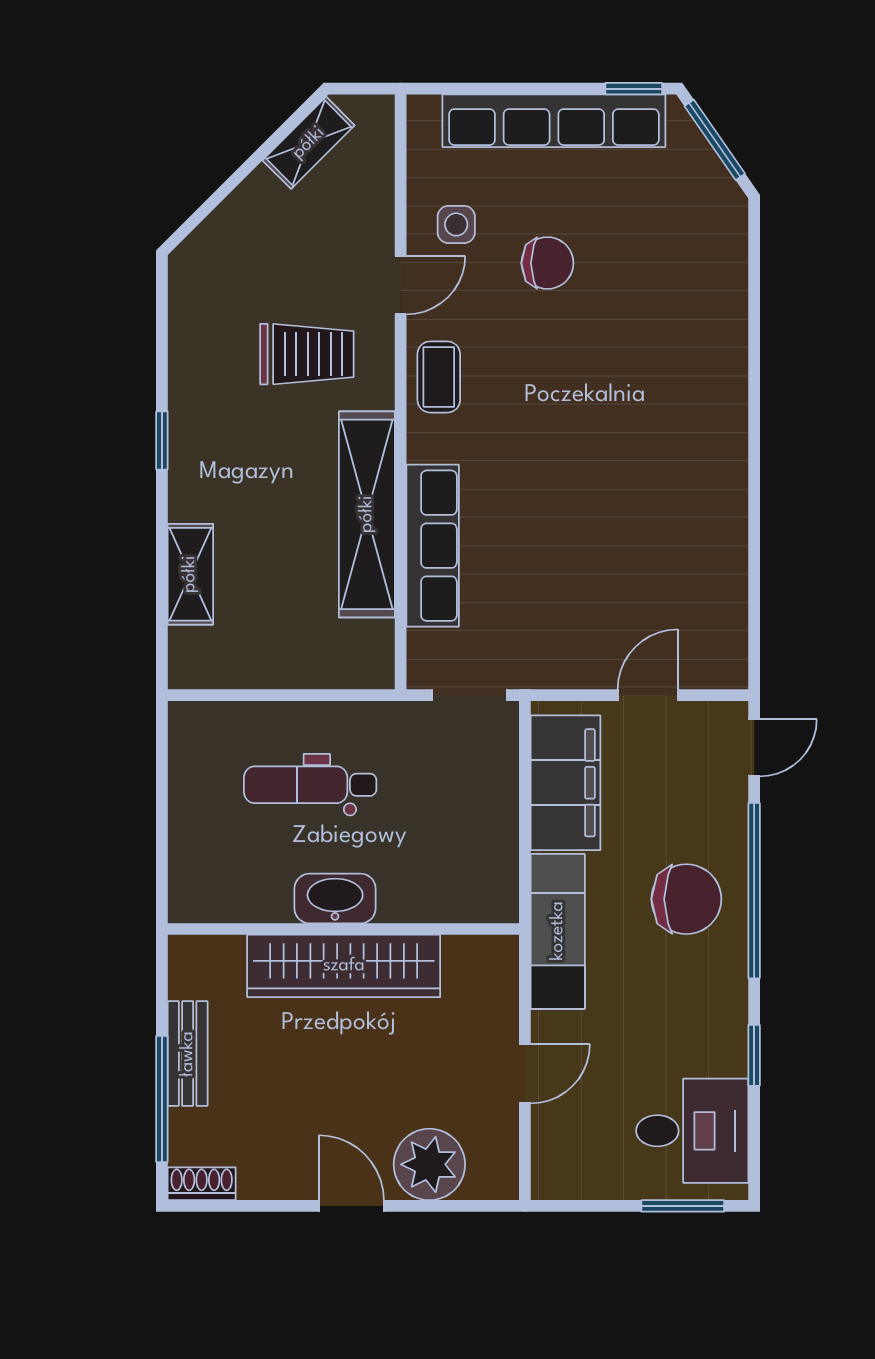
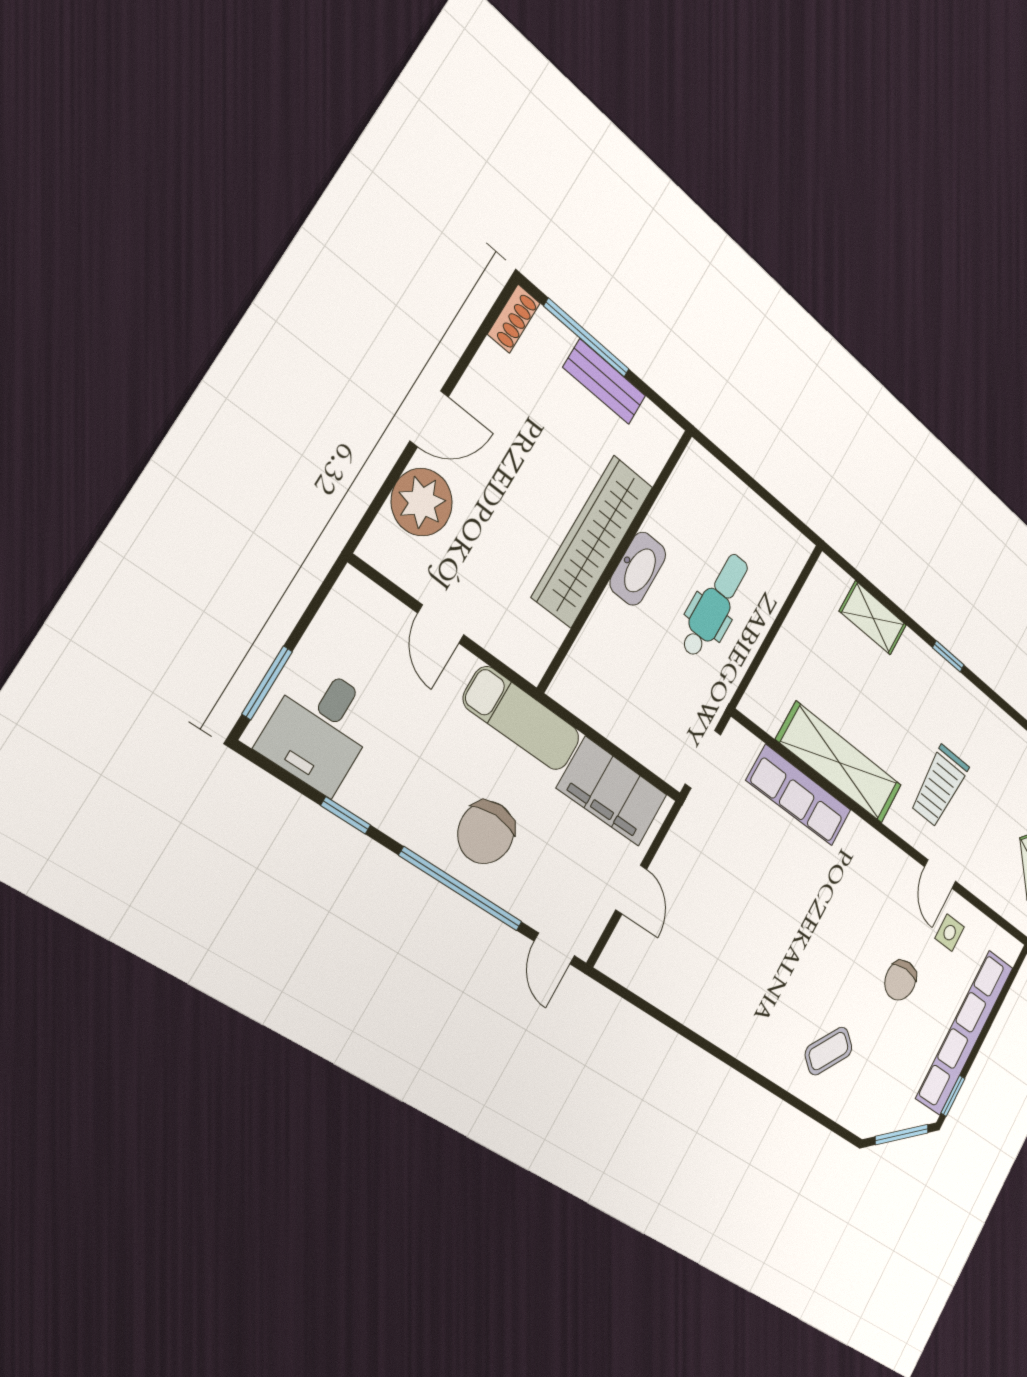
coffee table: (439, 377) -> (829, 1051), moved, turned -53

